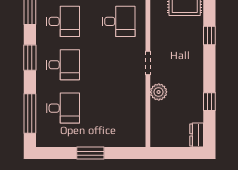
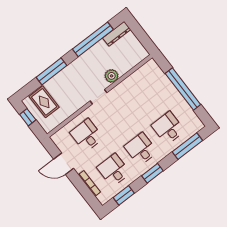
window: (209, 36) -> (51, 71), width x2.17
window: (209, 102) -> (93, 39), width x3.17
dresser: (197, 135) -> (117, 34), width x1.44
window: (90, 153) -> (183, 89), width x2.11

